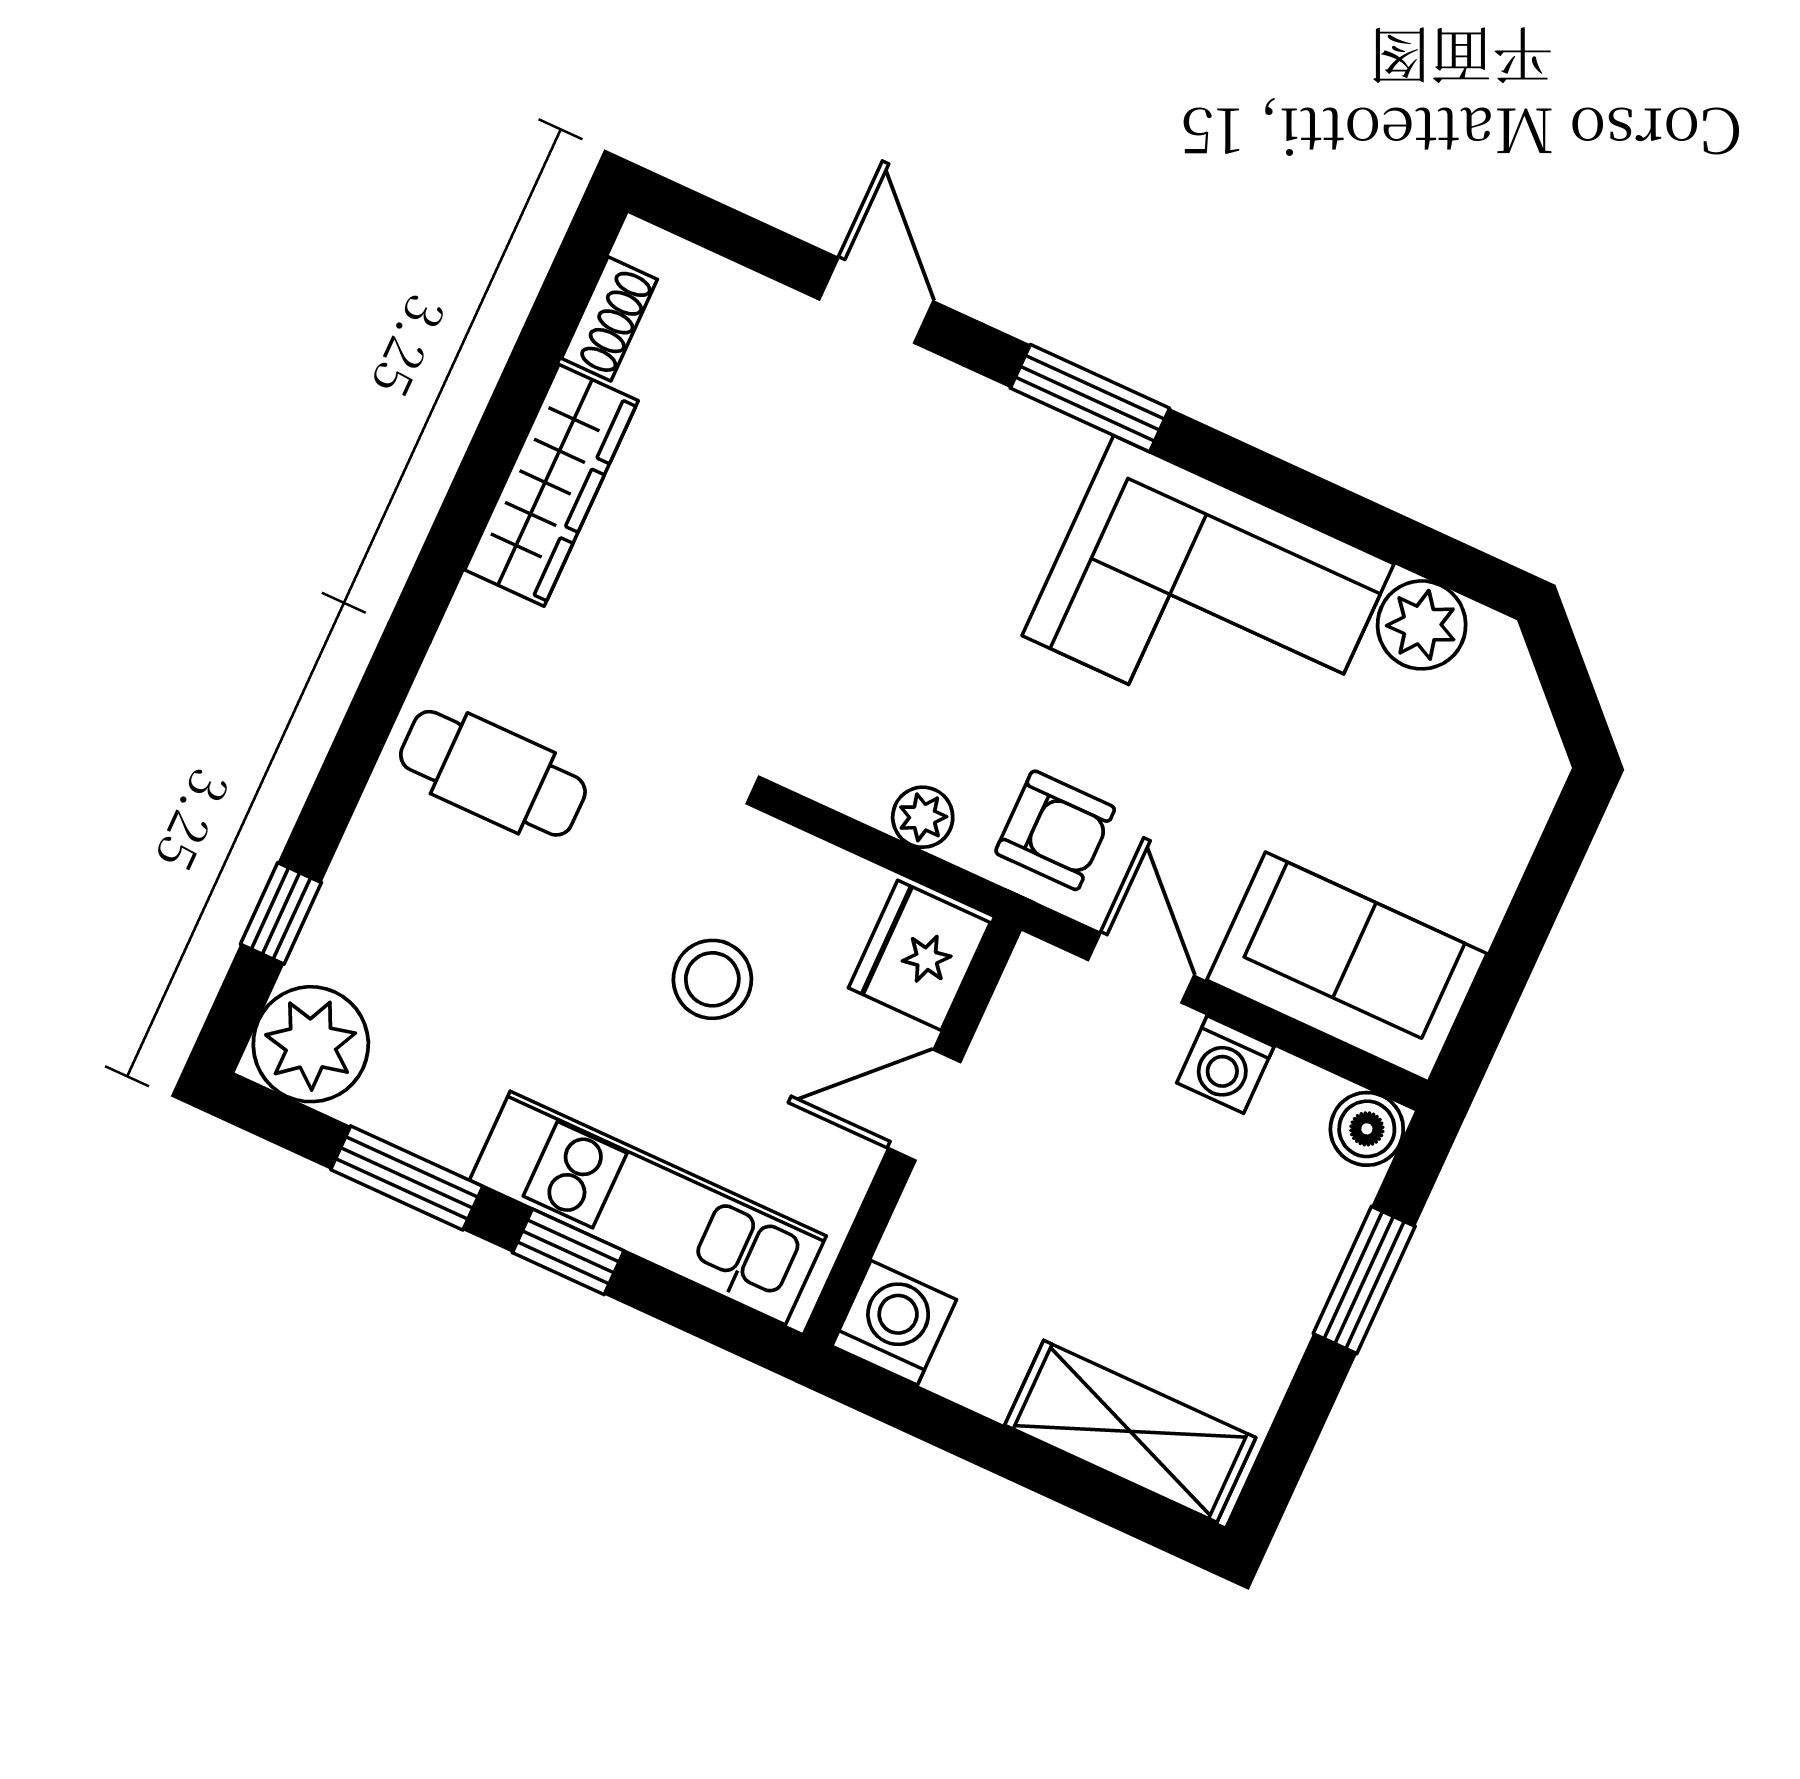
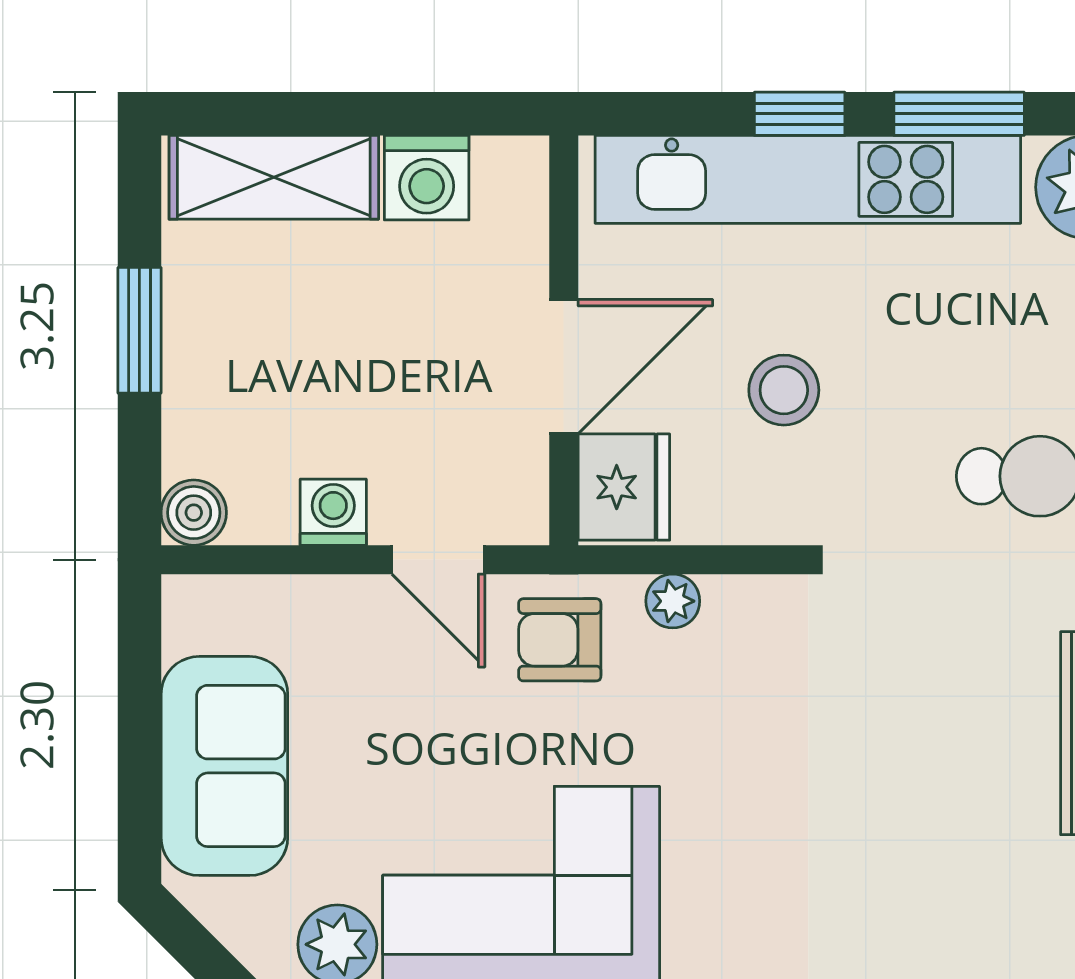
sofa: (1347, 967) -> (224, 766), moved, turned -90
door: (924, 1105) -> (564, 367), width x1.38
kitchen unit: (648, 1208) -> (808, 179), width x1.36
window: (1364, 1280) -> (139, 330), moved
washing machine: (894, 1323) -> (427, 178), moved

